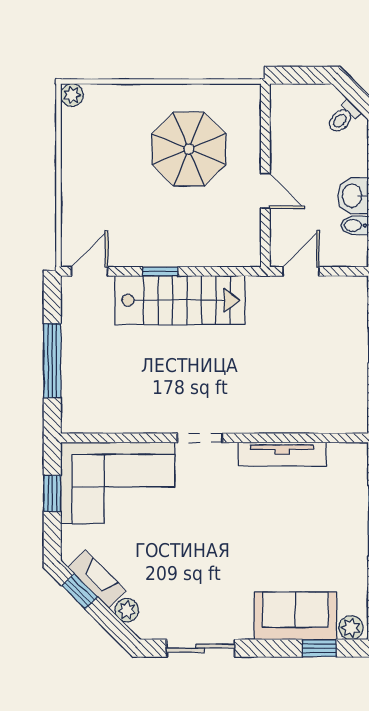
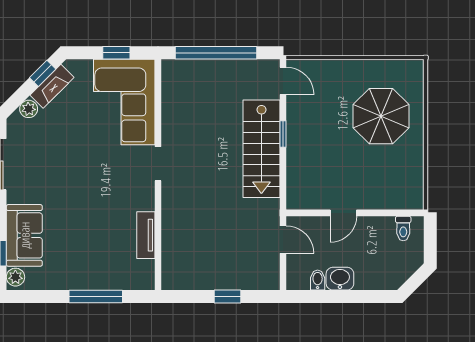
plant: (72, 95) -> (416, 68), removed
toilet: (343, 117) -> (403, 228), moved, turned -135
parasol: (189, 149) -> (381, 116), moved
window: (52, 361) -> (216, 53), width x1.46
tv unit: (282, 454) -> (146, 235), width x0.71

